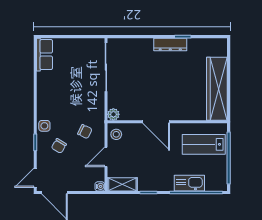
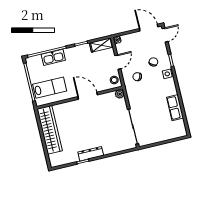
row of seats: (45, 55) -> (175, 108), moved

